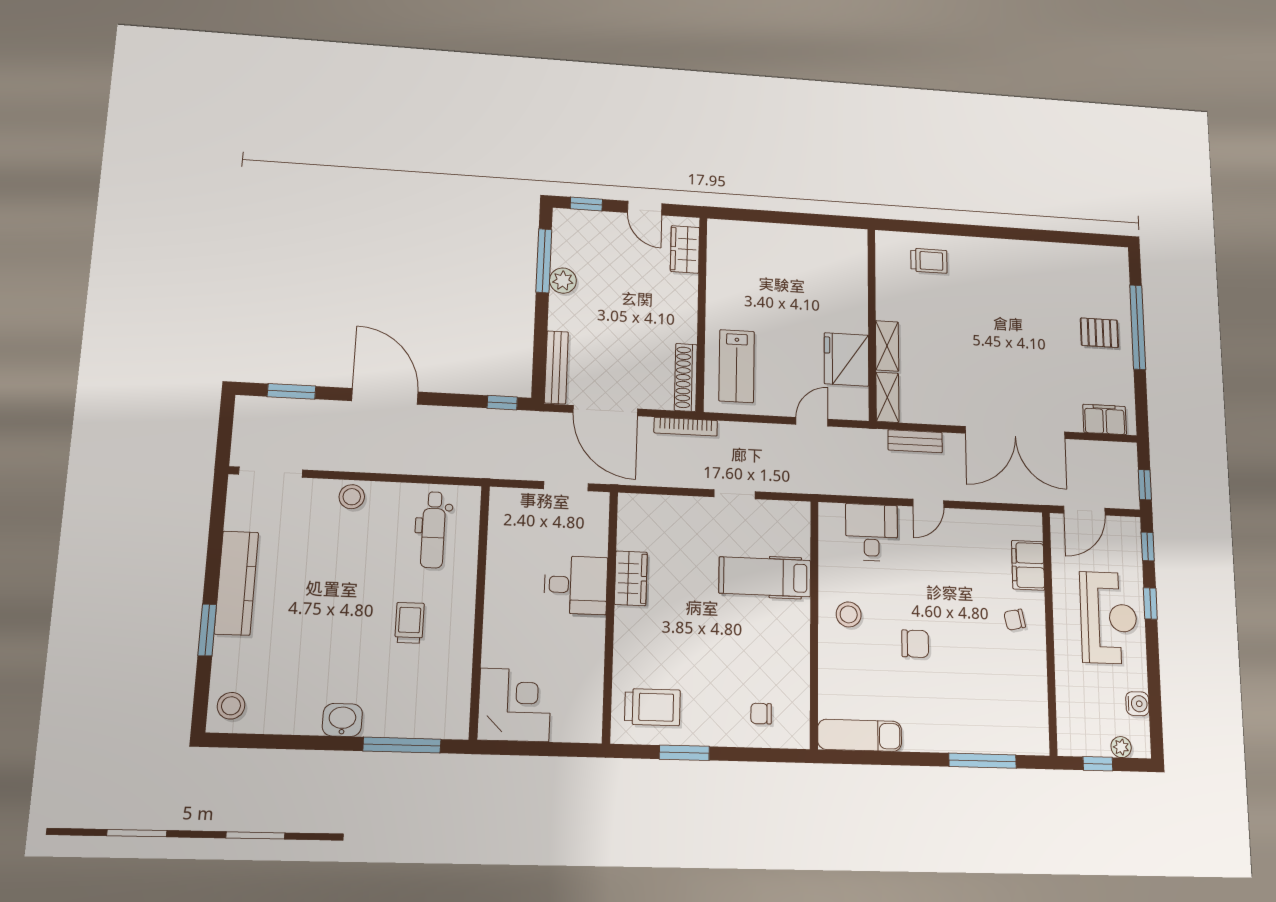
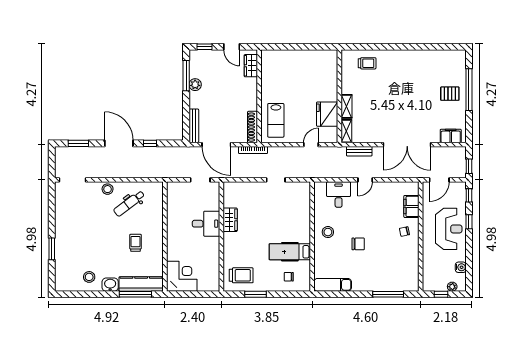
window: (502, 403) -> (150, 143), moved
dental chair: (433, 530) -> (129, 203), moved, turned 53
hospital bed: (765, 577) -> (290, 252), moved
kitchen counter: (236, 583) -> (141, 284), moved, turned -90
stool: (231, 706) -> (89, 277), moved

